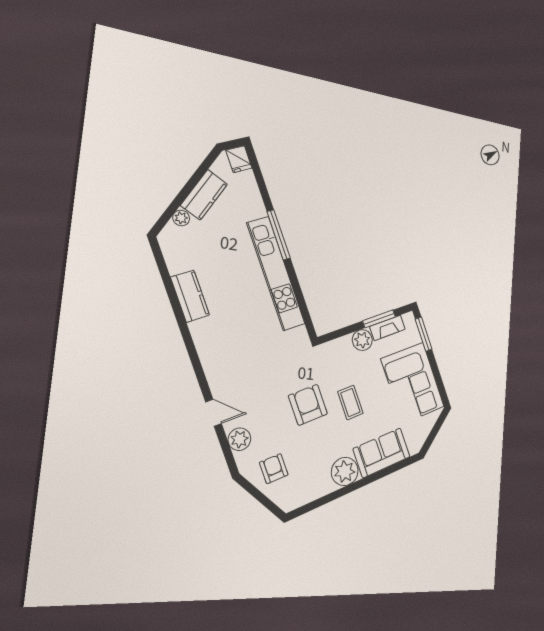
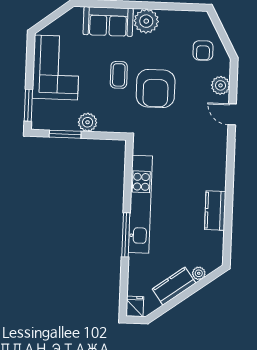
fireplace: (387, 328) -> (60, 124), removed
armchair: (308, 405) -> (156, 89), width x1.36, depth x1.36

